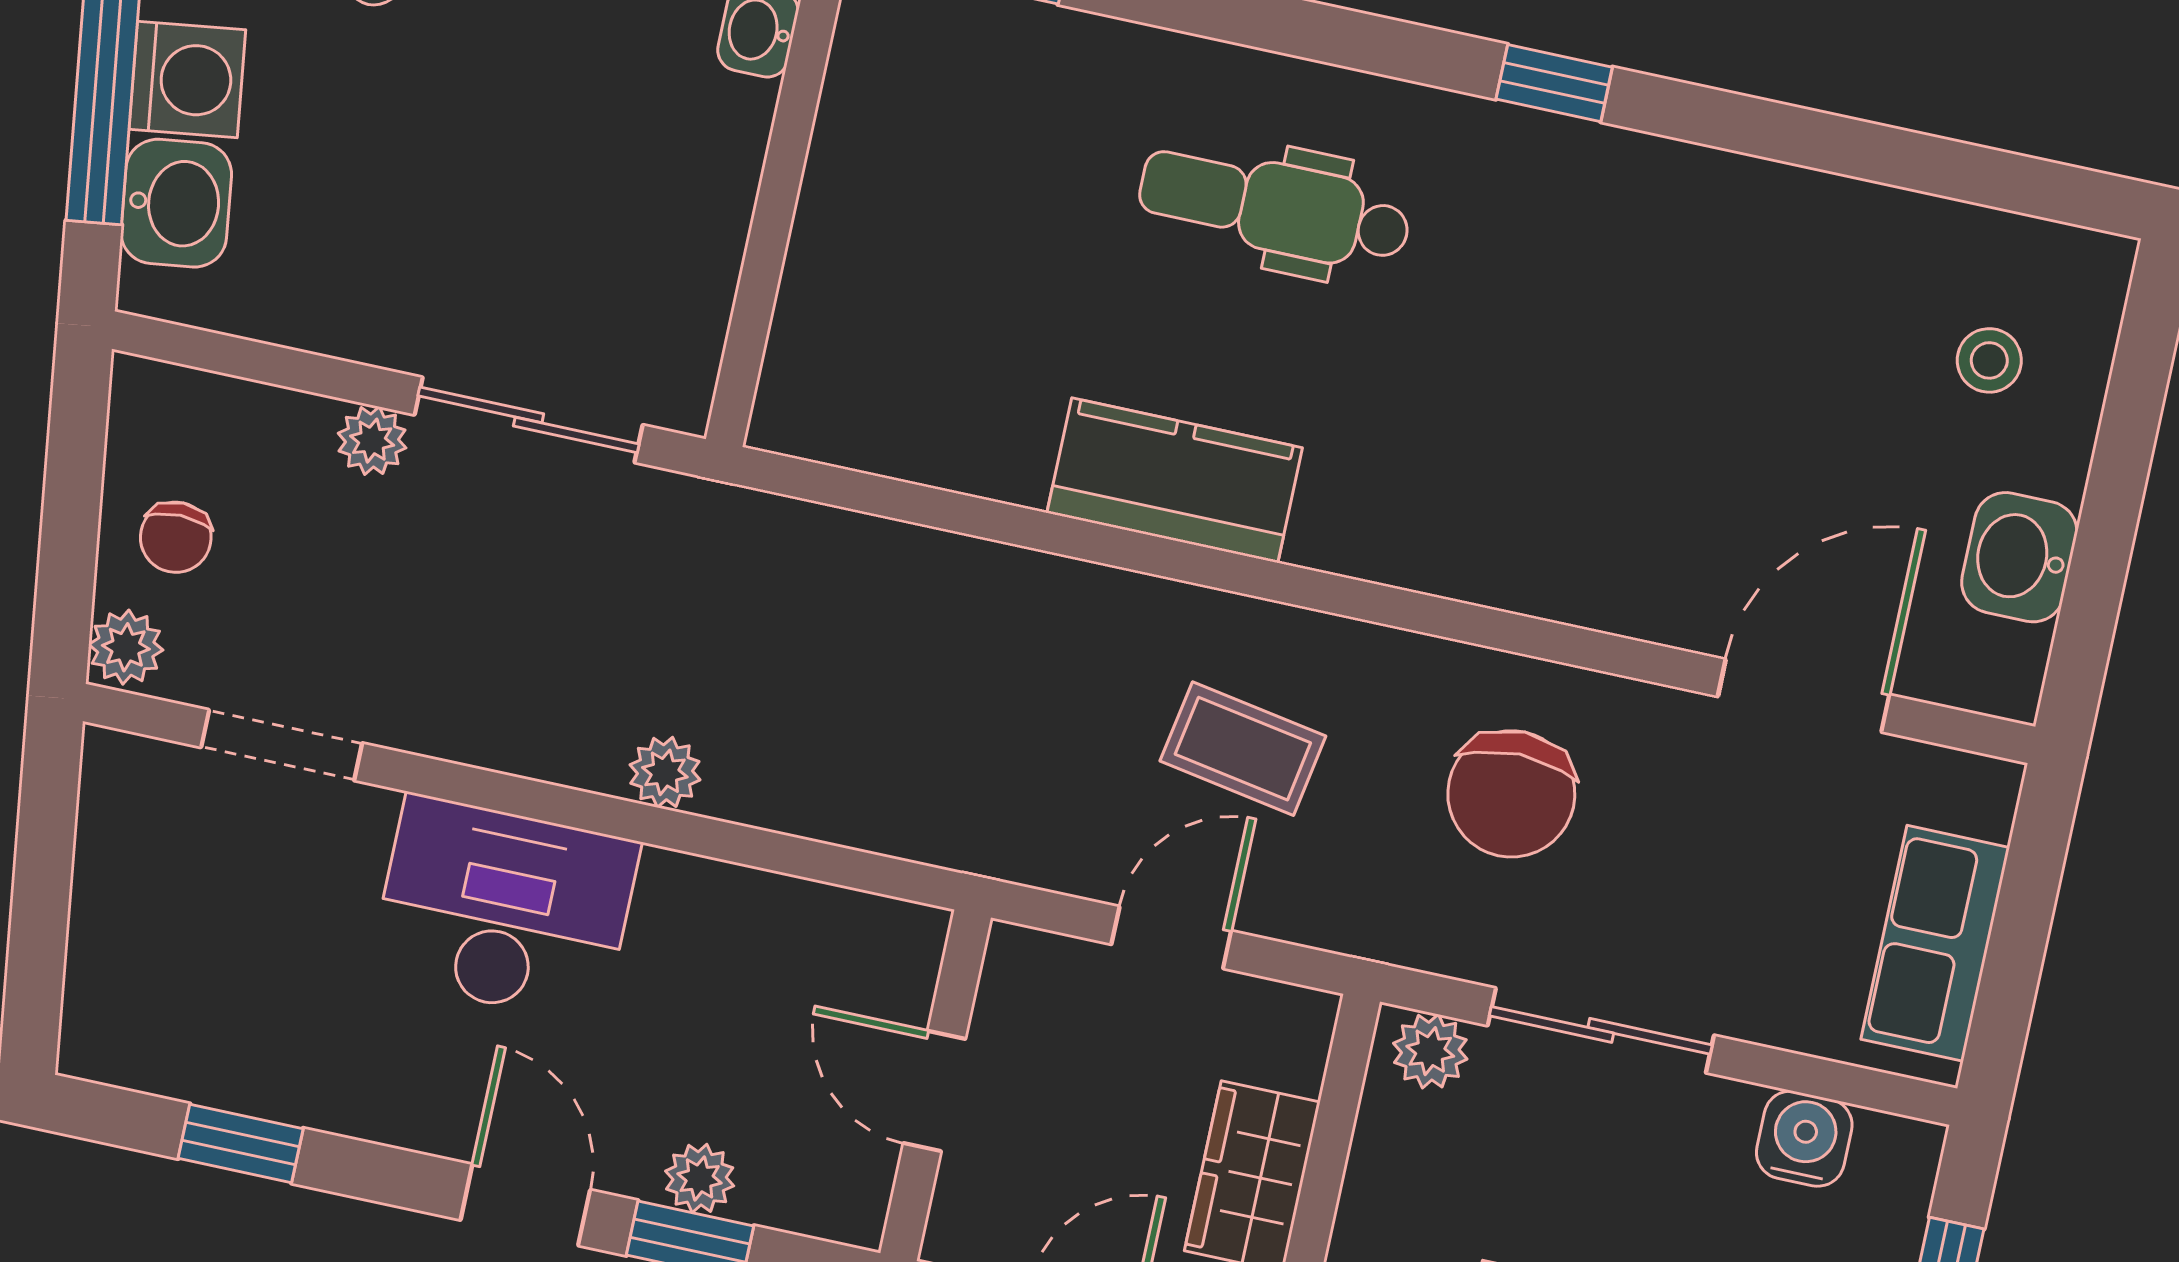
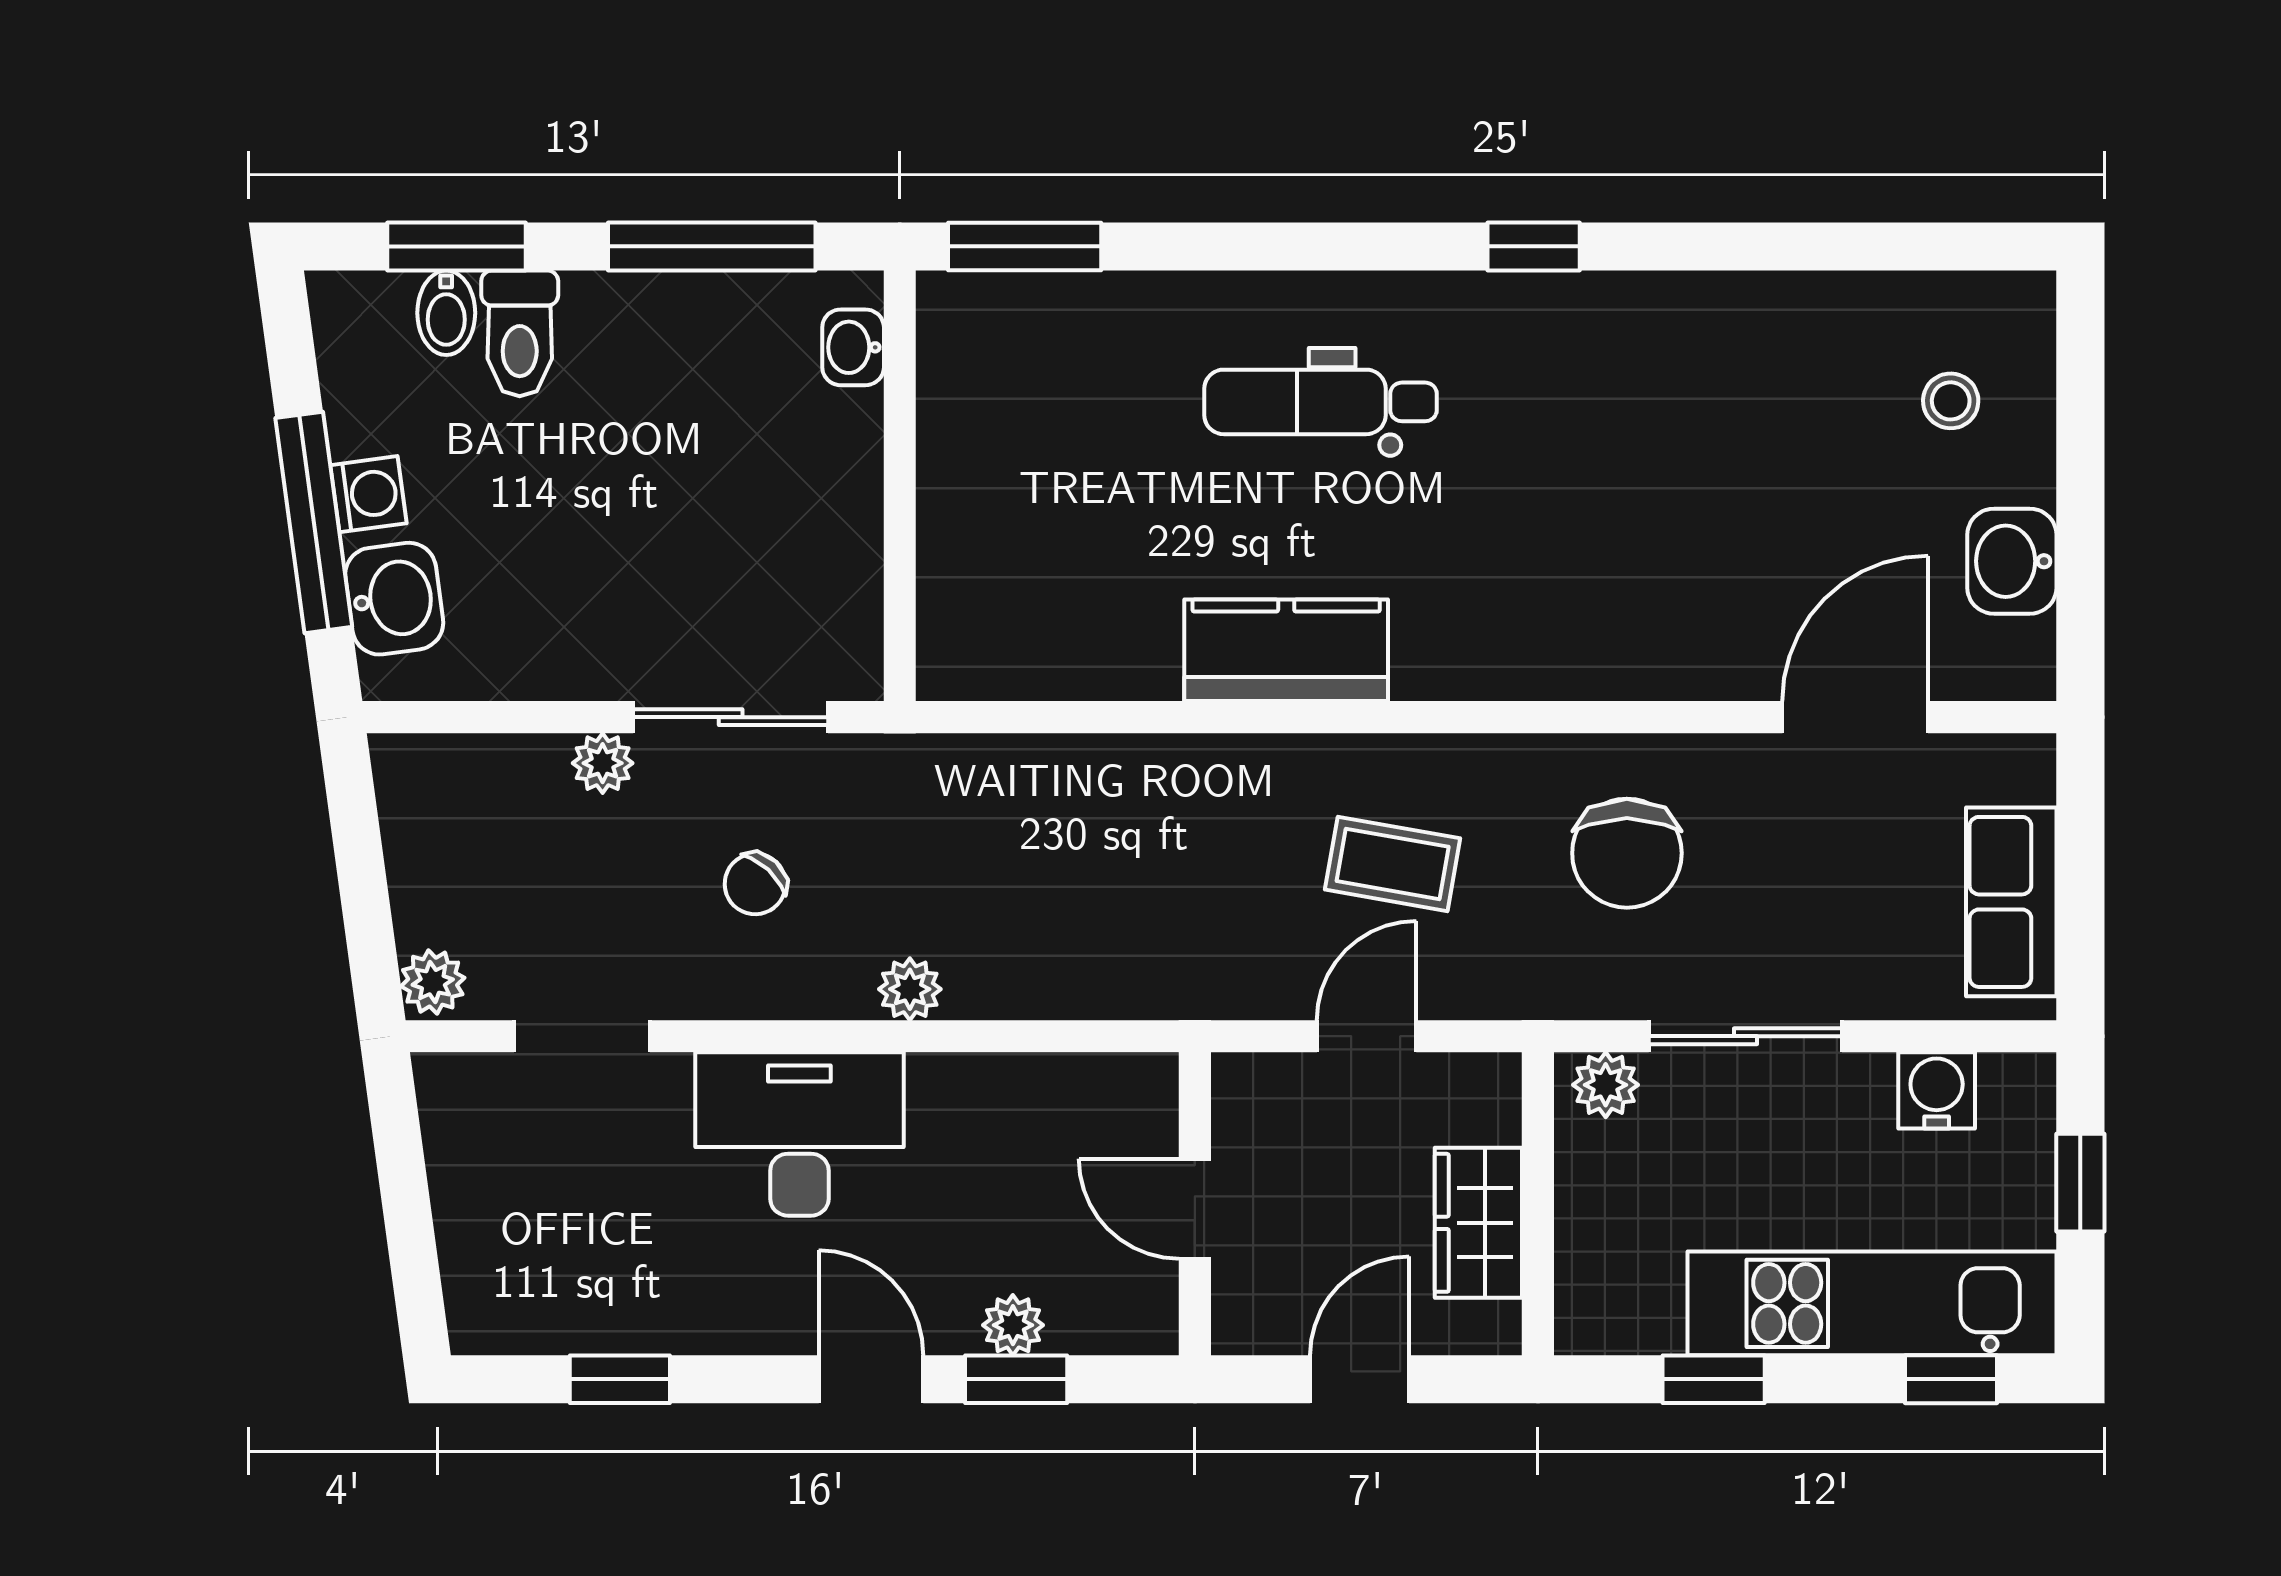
washing machine: (187, 79) -> (368, 494), width x0.73, depth x0.73
chair: (176, 537) -> (755, 884), moved, turned 43

